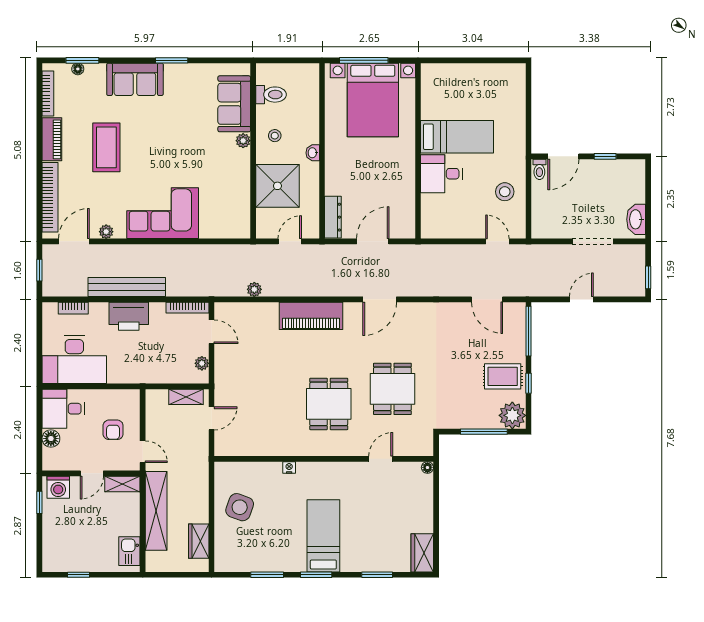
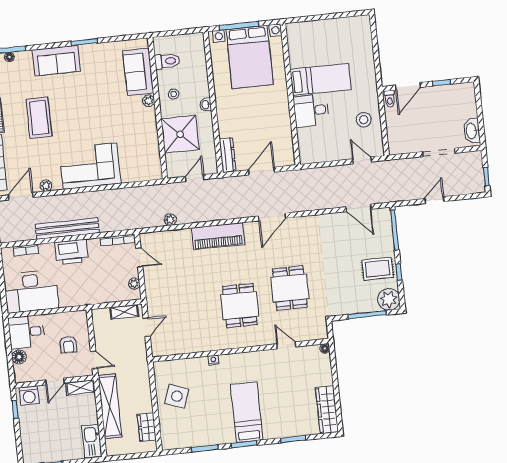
door: (381, 459) -> (286, 345), hinge flipped
kitchen sink: (129, 551) -> (92, 441), width x1.38
wardrobe: (422, 553) -> (327, 410), width x1.50

